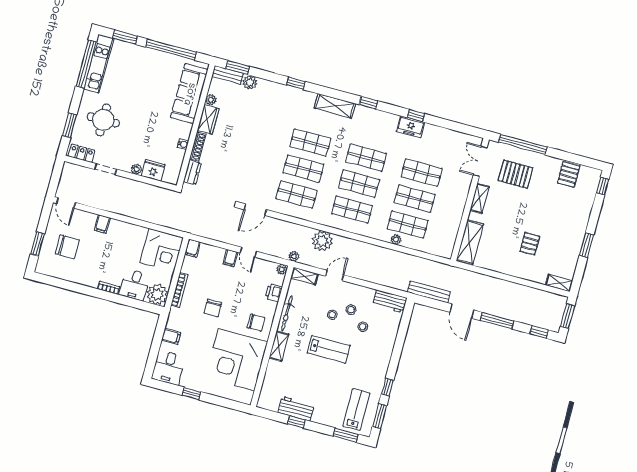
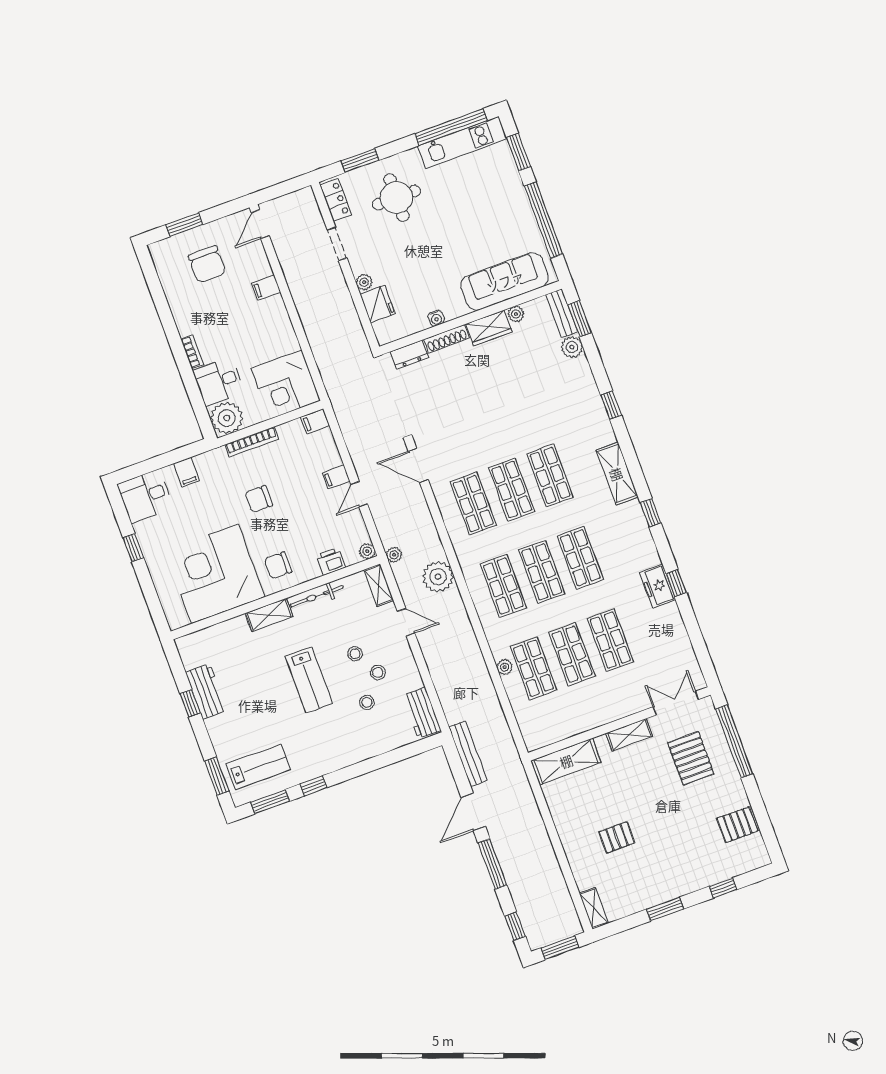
window: (603, 186) -> (723, 888), moved
chair: (256, 323) -> (278, 565), turned 90

